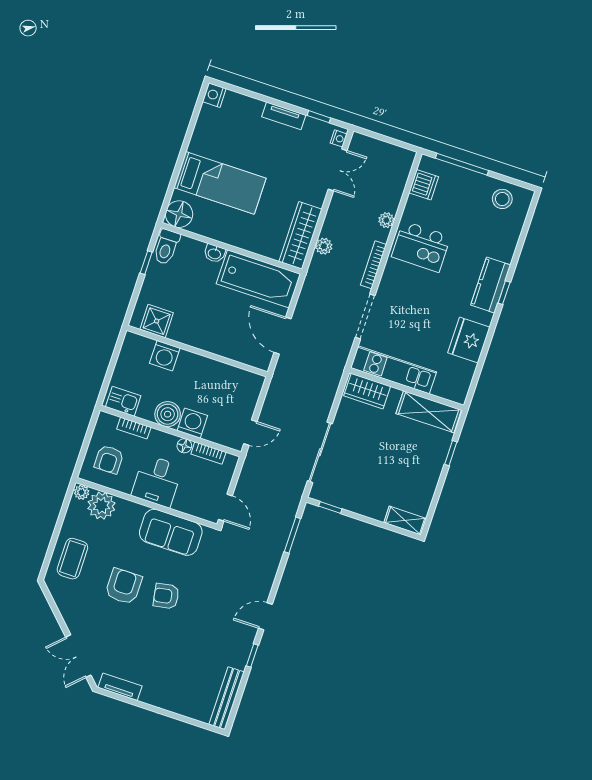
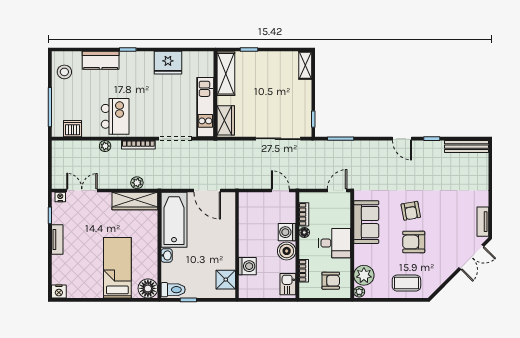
kitchen counter: (491, 285) -> (101, 60), moved
door: (283, 336) -> (207, 191), hinge flipped

